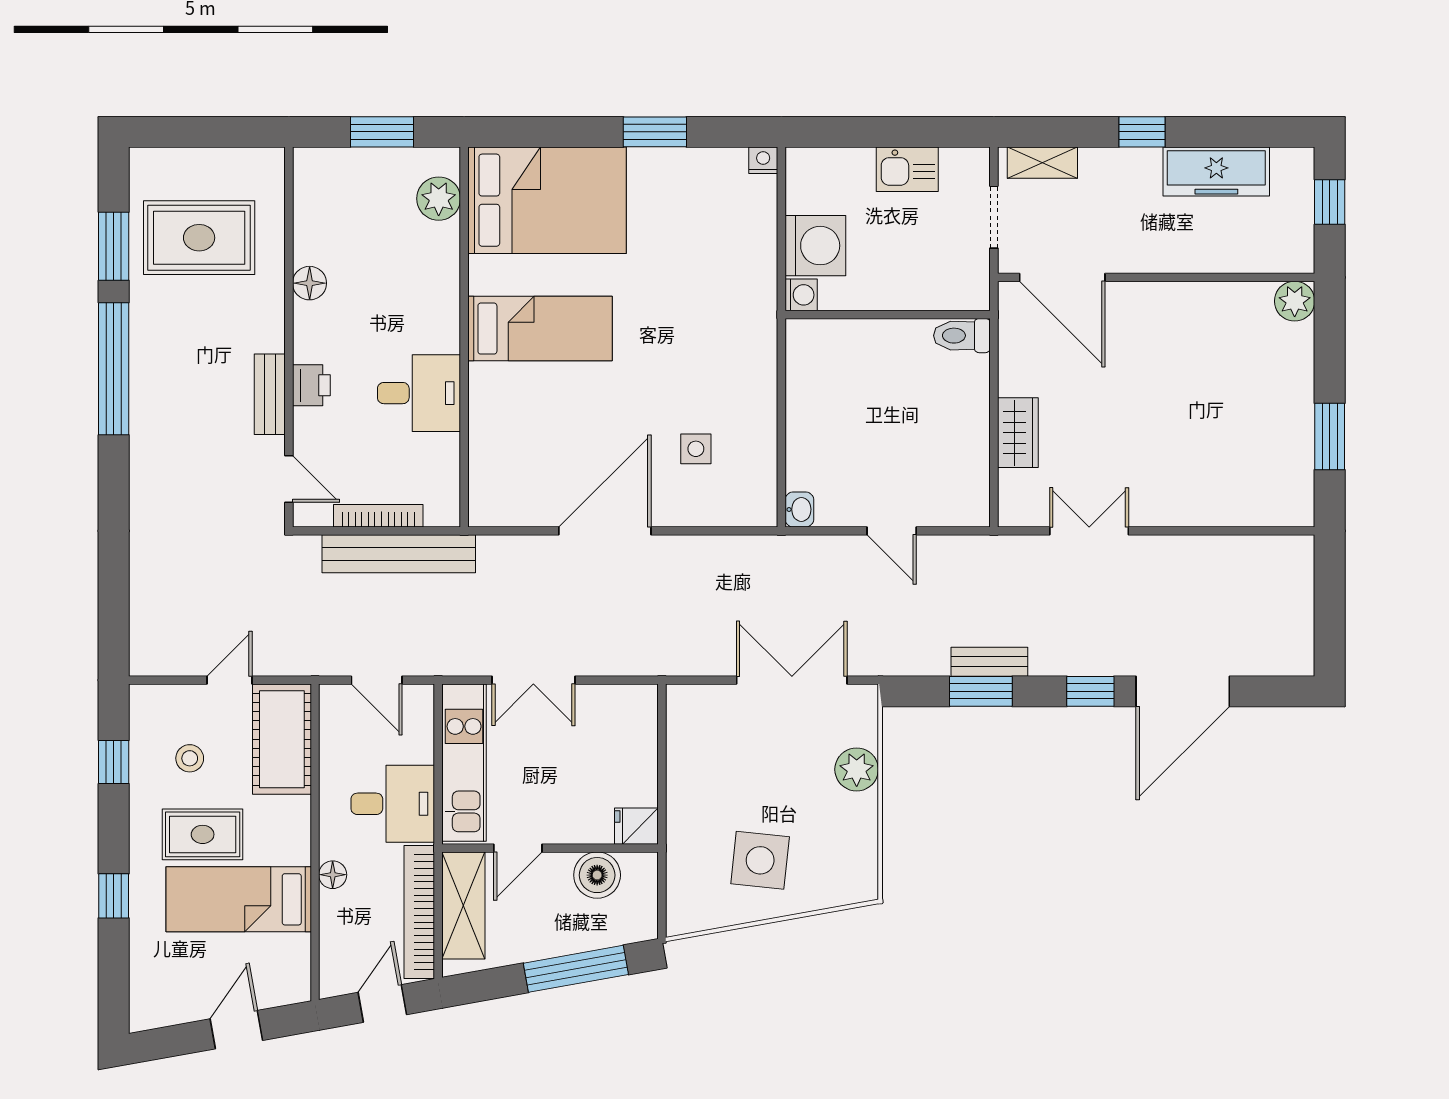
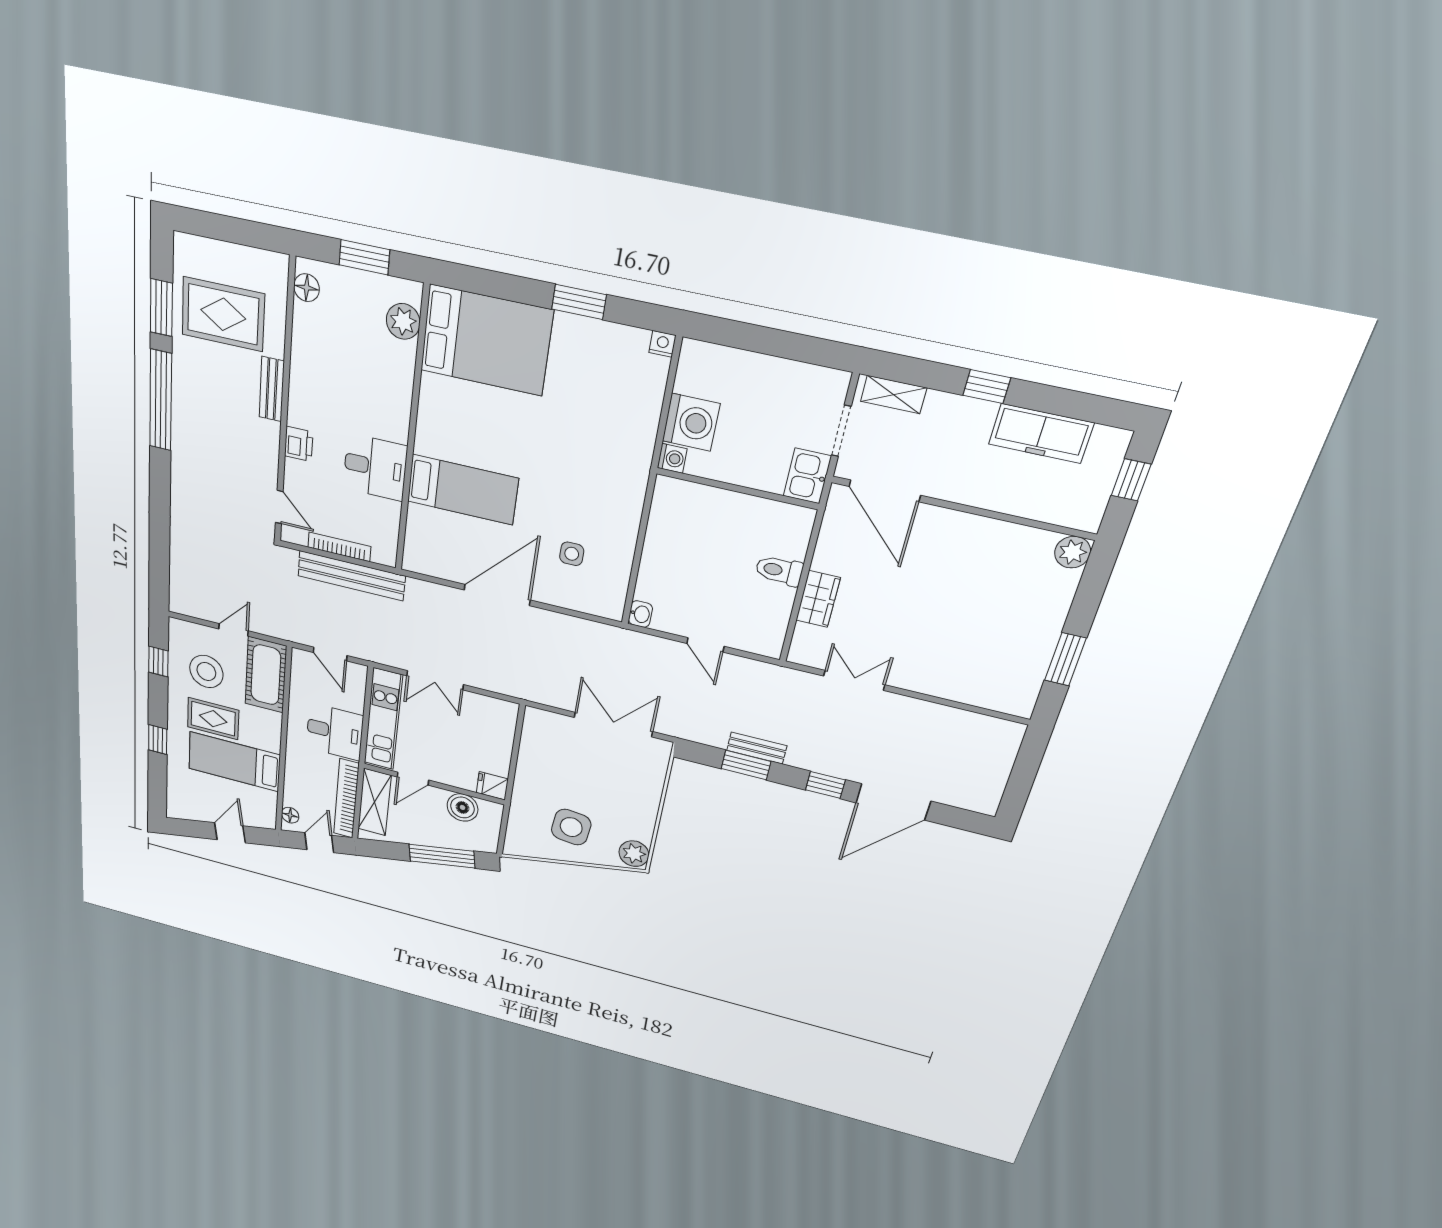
kitchen sink: (907, 169) -> (807, 476), moved, turned 90
floor lamp: (310, 283) -> (307, 288), moved
bed: (540, 329) -> (463, 490), moved
toilet: (962, 336) -> (779, 571), moved
bench: (270, 394) -> (272, 389), moved
stool: (190, 758) -> (206, 671), width x1.89, depth x1.89
plant: (857, 769) -> (634, 854), moved
floor lamp: (333, 875) -> (290, 815), moved

